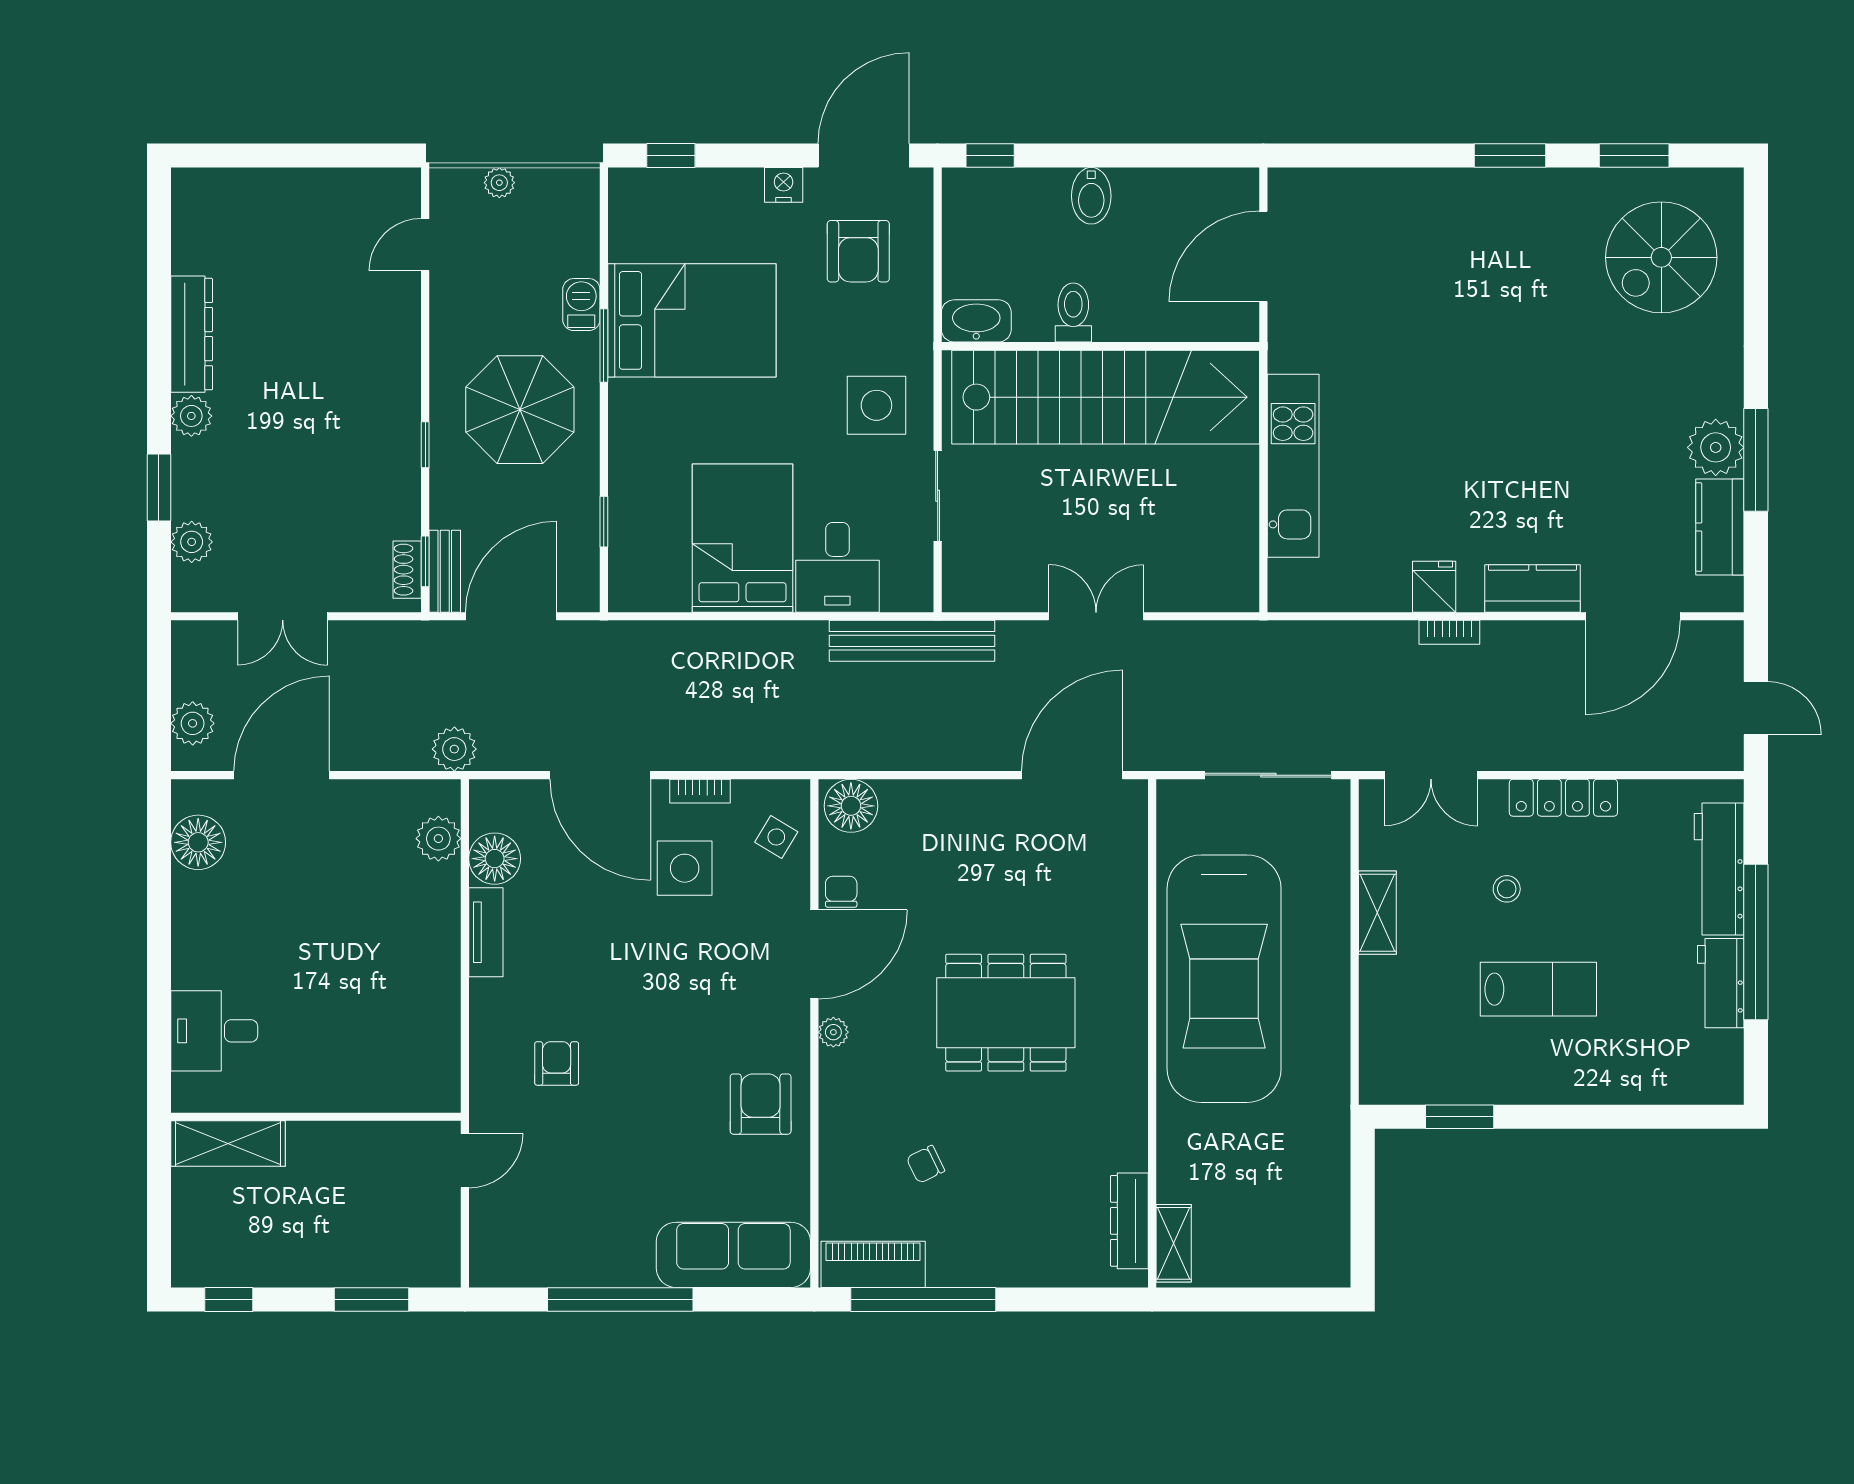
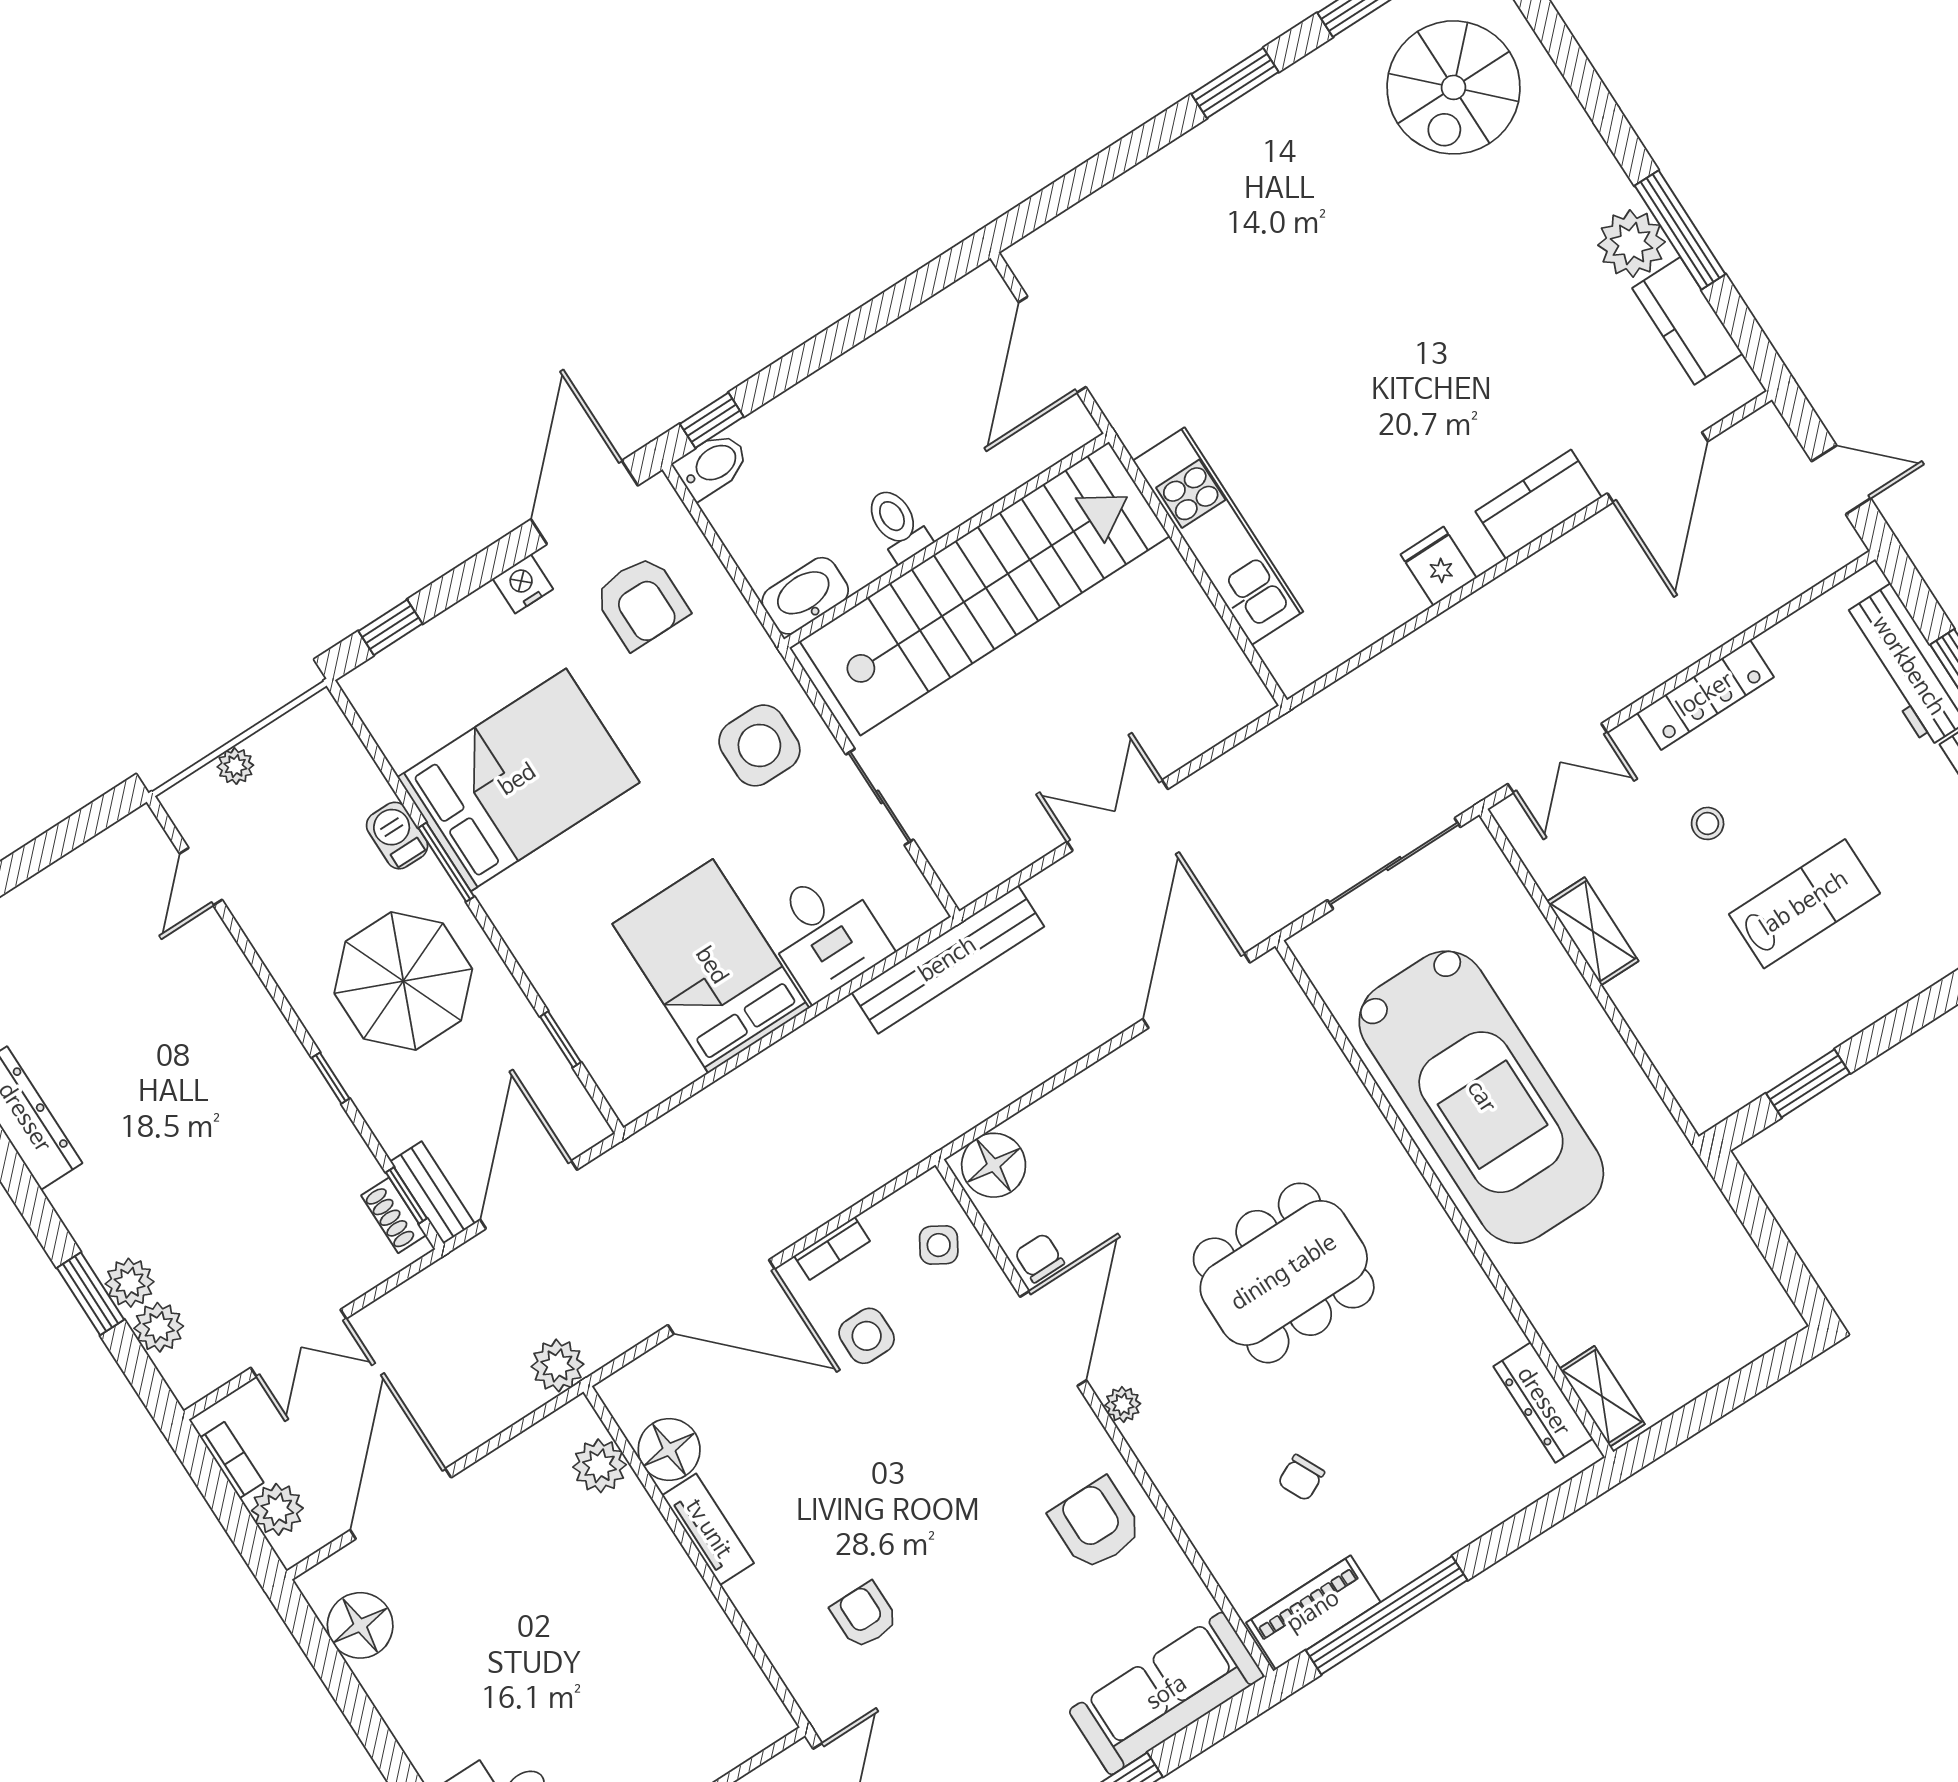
bidet: (1091, 196) -> (712, 465), moved, turned -90
plant: (191, 416) -> (130, 1283), moved
bookcase: (1449, 632) -> (232, 1460), moved, turned -90
side table: (685, 868) -> (867, 1336), width x0.73, depth x0.73

